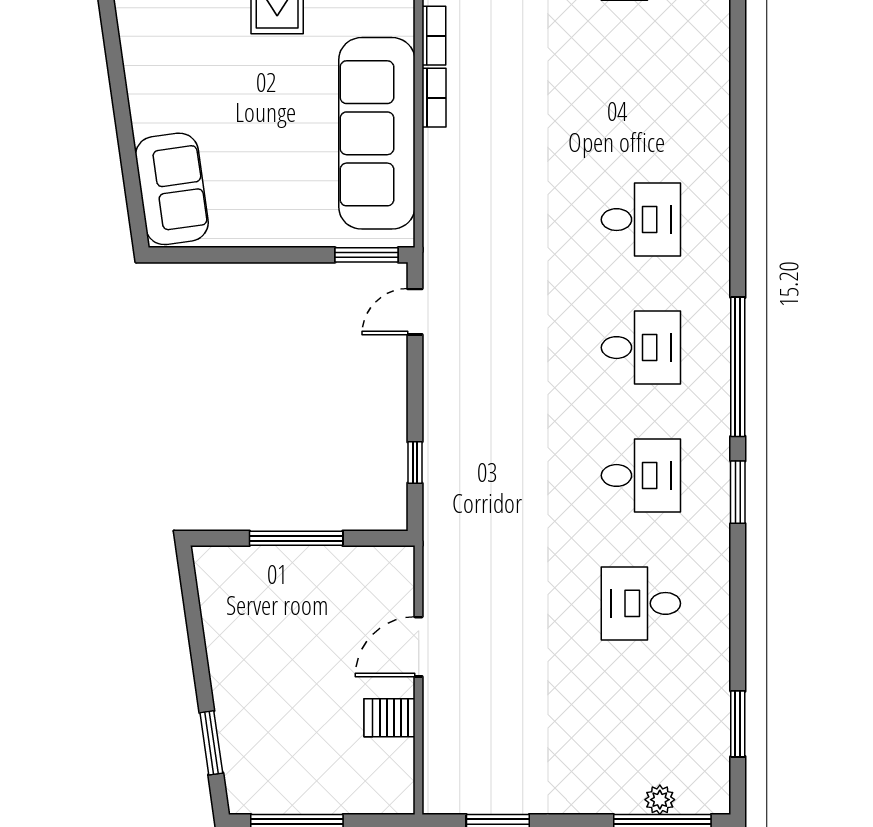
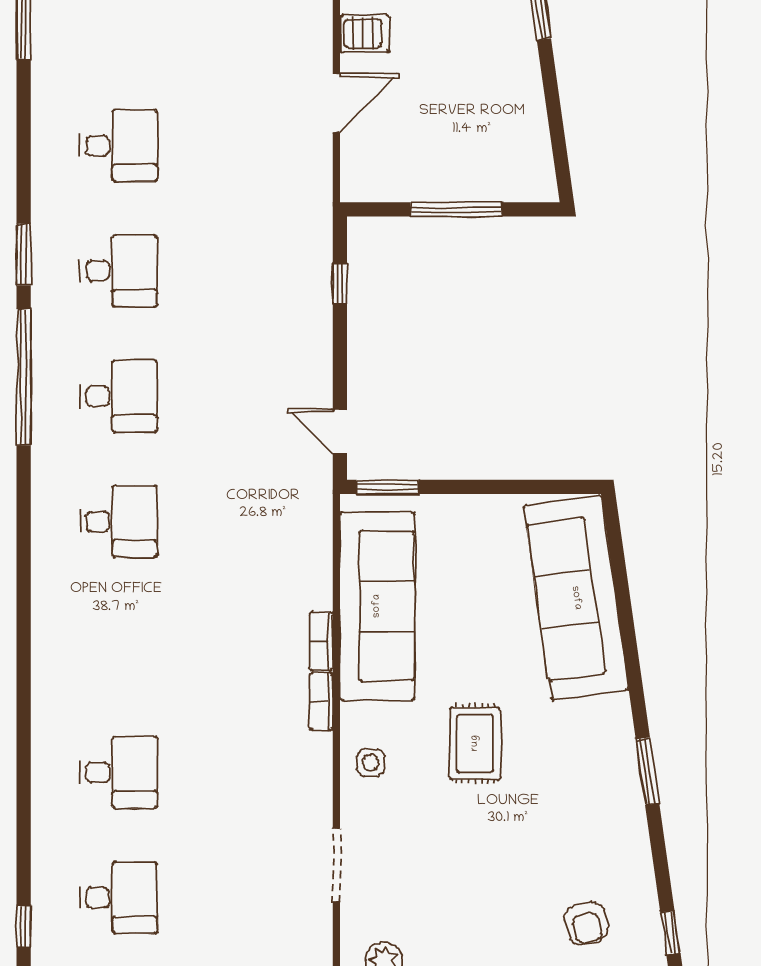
sofa: (172, 189) -> (576, 598), width x1.85, depth x1.27
desk: (641, 220) -> (119, 522), turned 180
door: (415, 312) -> (340, 431), swing flipped
desk: (641, 348) -> (119, 396), turned 180
desk: (641, 475) -> (119, 271), turned 180

